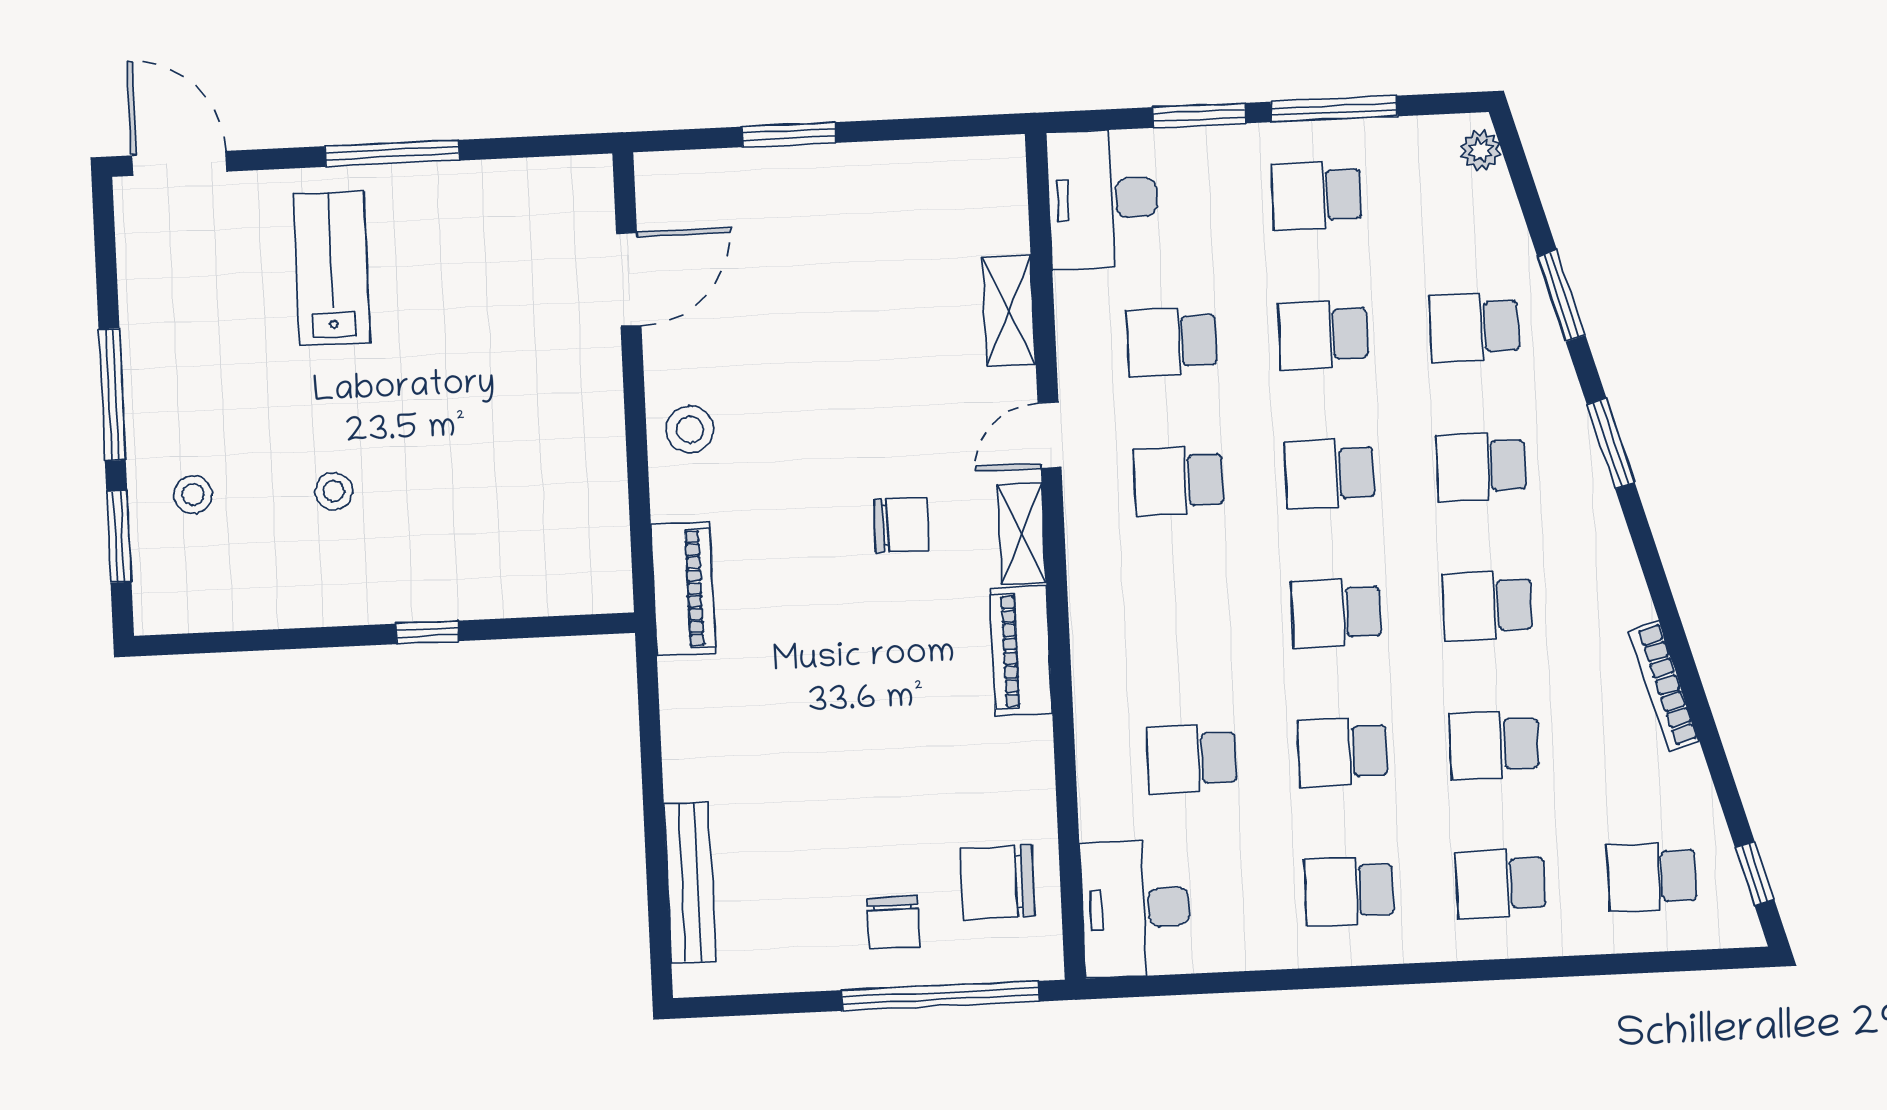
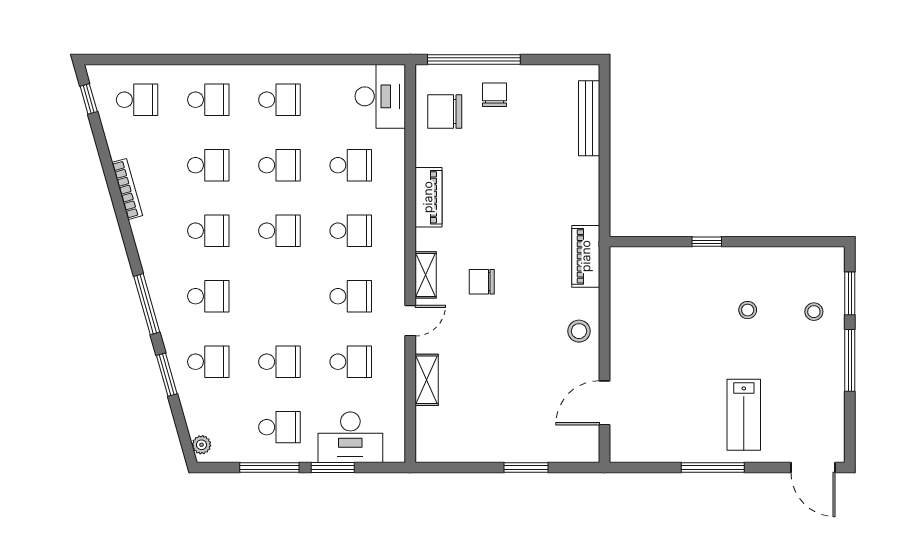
desk: (1103, 199) -> (350, 437), moved, turned 90
window: (1611, 443) -> (147, 304), width x1.44
school desk: (1330, 474) -> (351, 231), moved
piano: (1021, 651) -> (428, 197), moved
chair: (997, 882) -> (445, 112), turned 180

